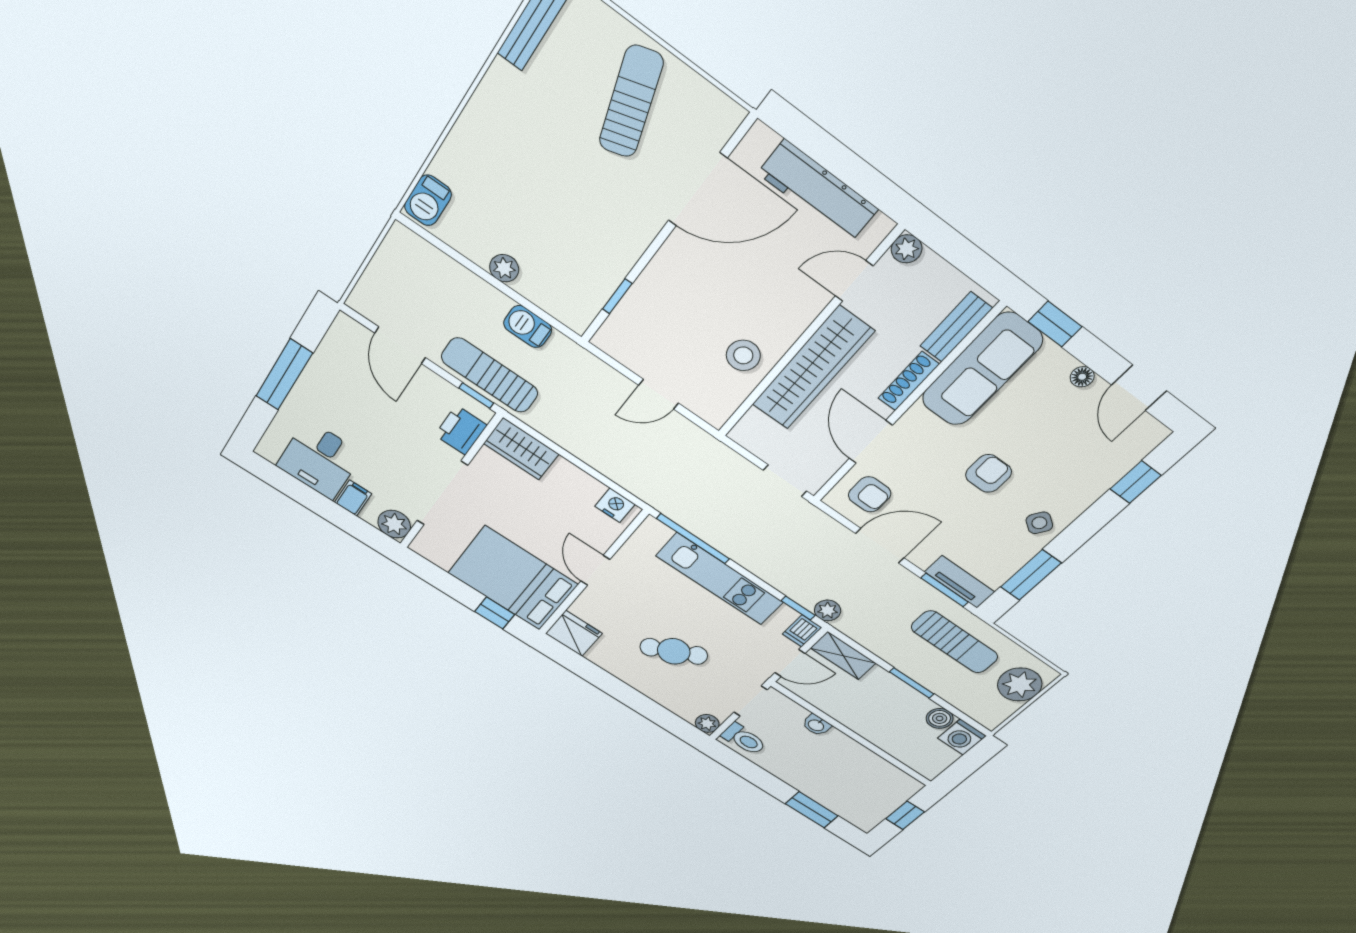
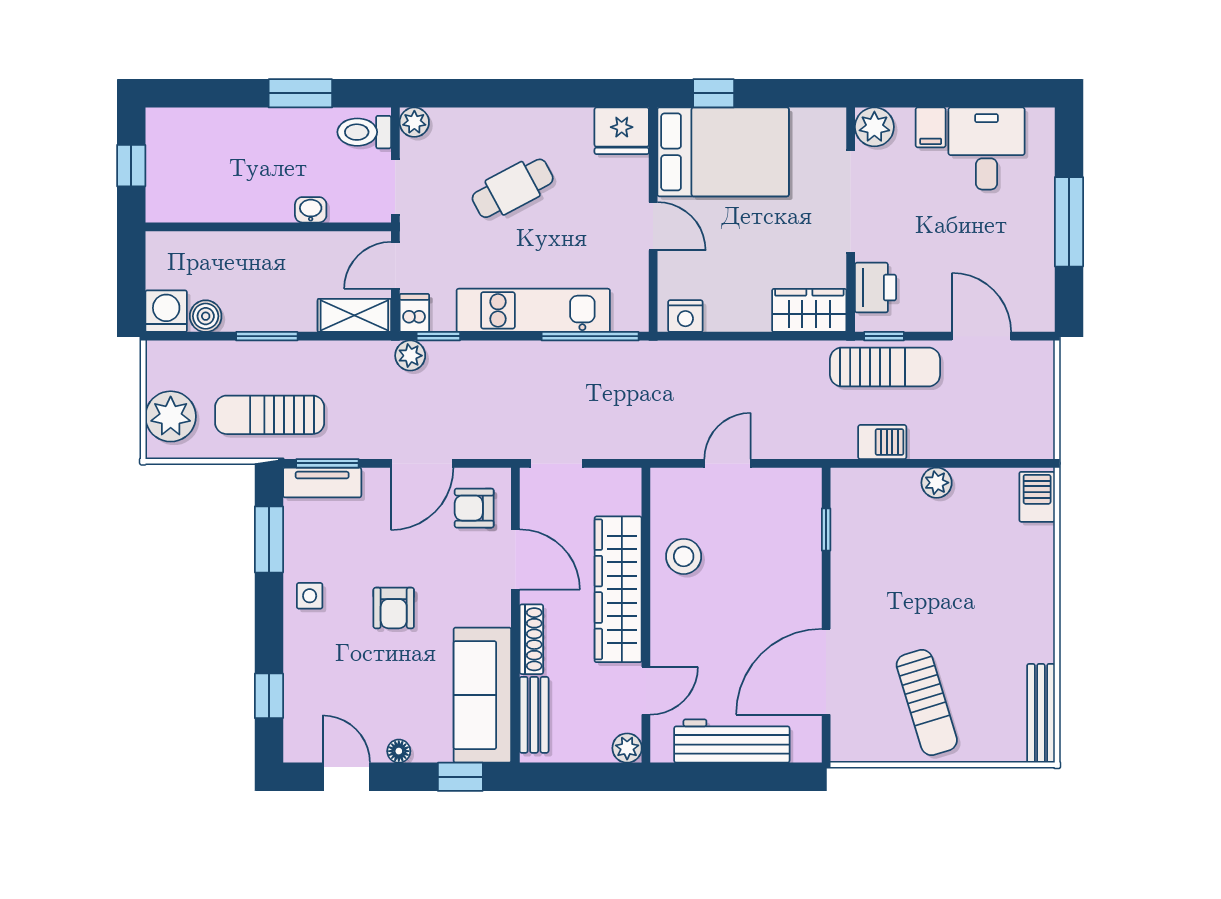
side table: (1039, 523) -> (310, 596), turned -34
window: (812, 810) -> (300, 93), moved

